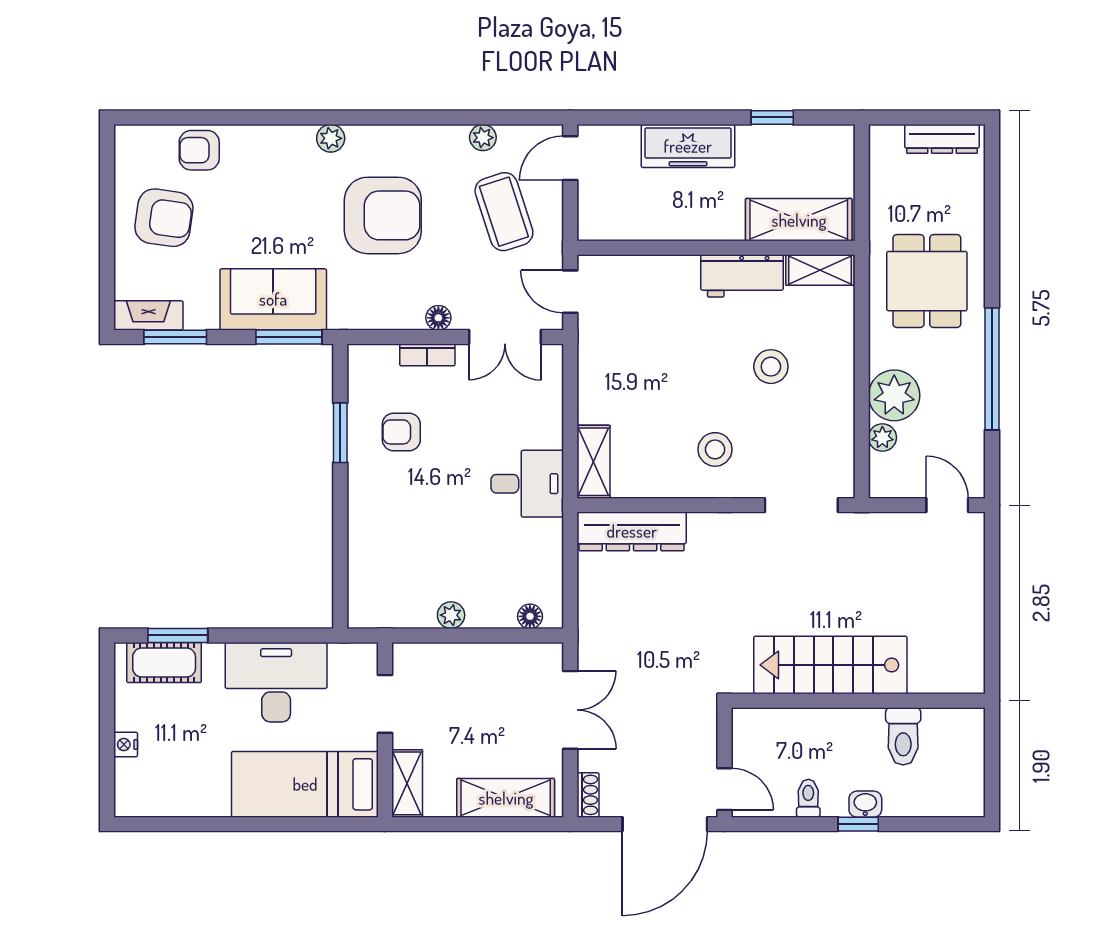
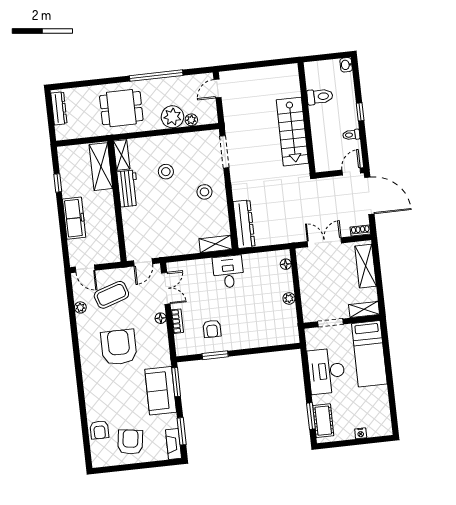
plant: (331, 138) -> (88, 373), removed
washbasin: (865, 804) -> (346, 65), moved

